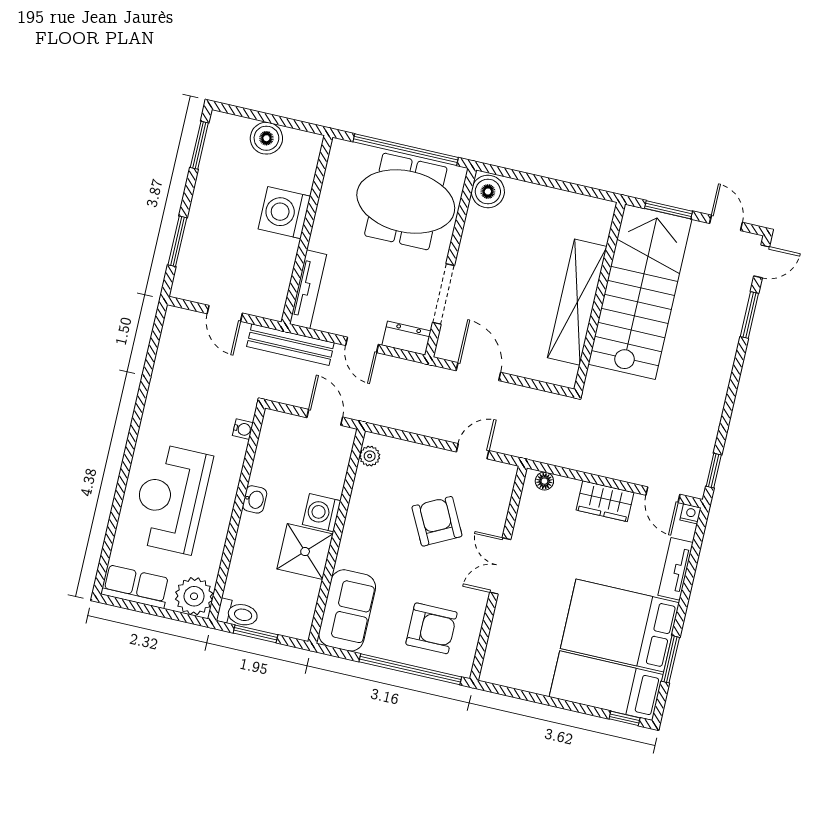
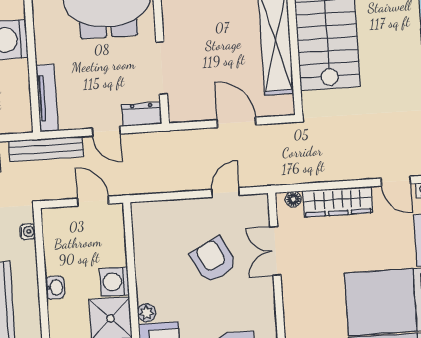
door: (478, 372) -> (236, 122), moved
plant: (370, 456) -> (147, 313), moved
wardrobe: (605, 501) -> (338, 202), width x1.50
double door: (500, 566) -> (275, 251), moved

